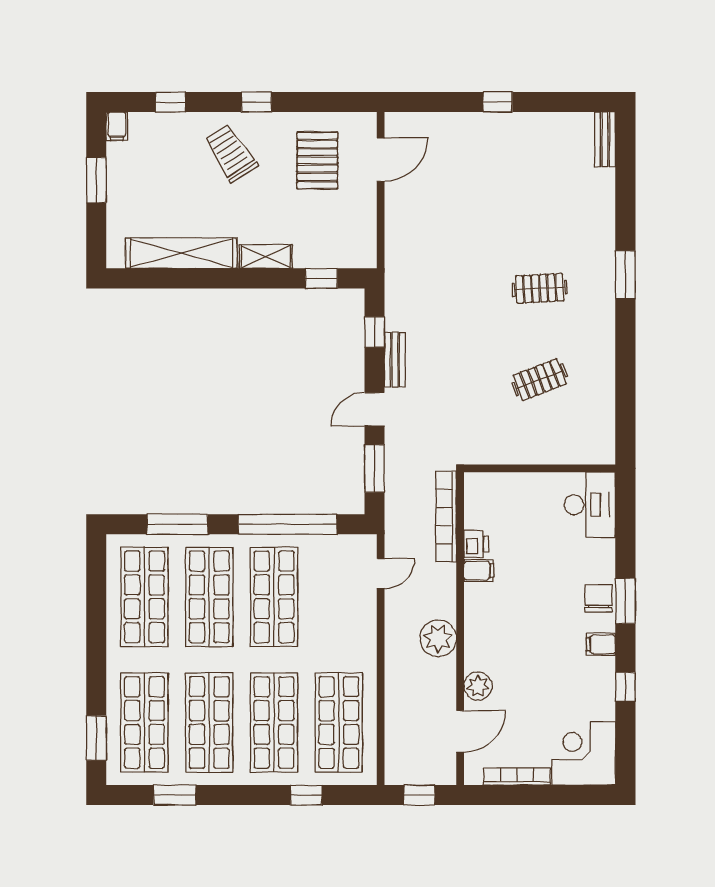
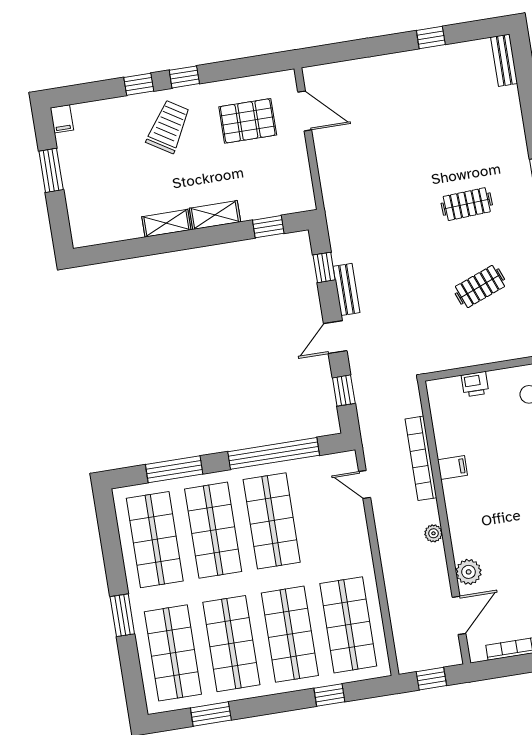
window: (171, 102) -> (139, 84), moved
window: (498, 102) -> (431, 37), moved
trolley: (231, 153) -> (168, 127), turned 65
pallet: (317, 160) -> (248, 121), turned 90
door: (381, 160) -> (305, 111), hinge flipped
shelving: (181, 253) -> (166, 223), width x0.45, depth x0.75
window: (375, 468) -> (344, 391), width x0.67
bookcase: (446, 516) -> (421, 458), moved
printer: (476, 544) -> (475, 384), moved, turned 90
door: (381, 574) -> (365, 484), swing flipped
plant: (438, 638) -> (433, 533), width x0.53, depth x0.53
window: (96, 738) -> (122, 615), moved

